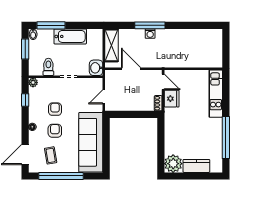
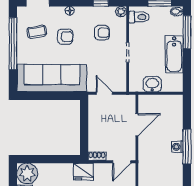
shelving: (112, 45) -> (164, 102), removed
toilet: (48, 67) -> (139, 17), moved
washbasin: (96, 68) -> (152, 84), moved
fridge: (172, 99) -> (83, 172), moved
armchair: (55, 109) -> (102, 33), moved

